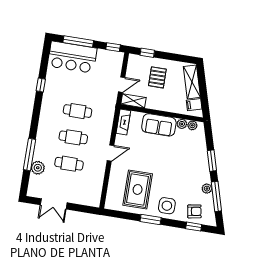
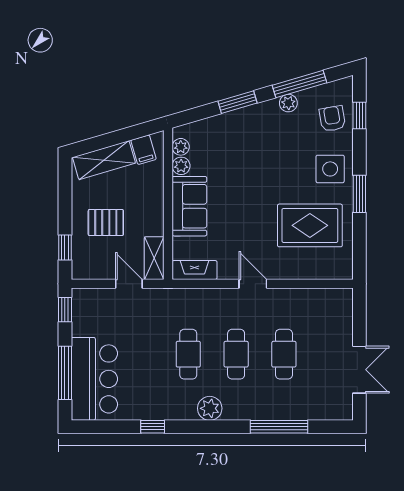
plant: (38, 168) -> (210, 408), moved

